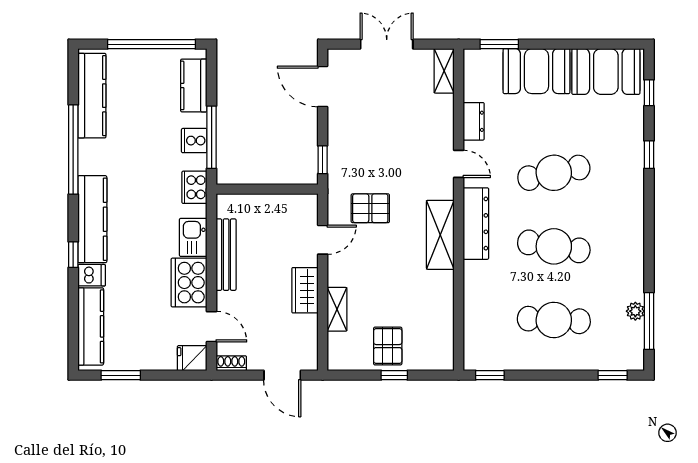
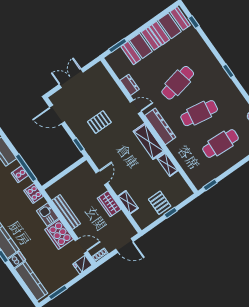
shelving: (444, 71) -> (167, 164), moved
window: (649, 155) -> (228, 71), moved
pallet: (370, 208) -> (99, 122), moved

